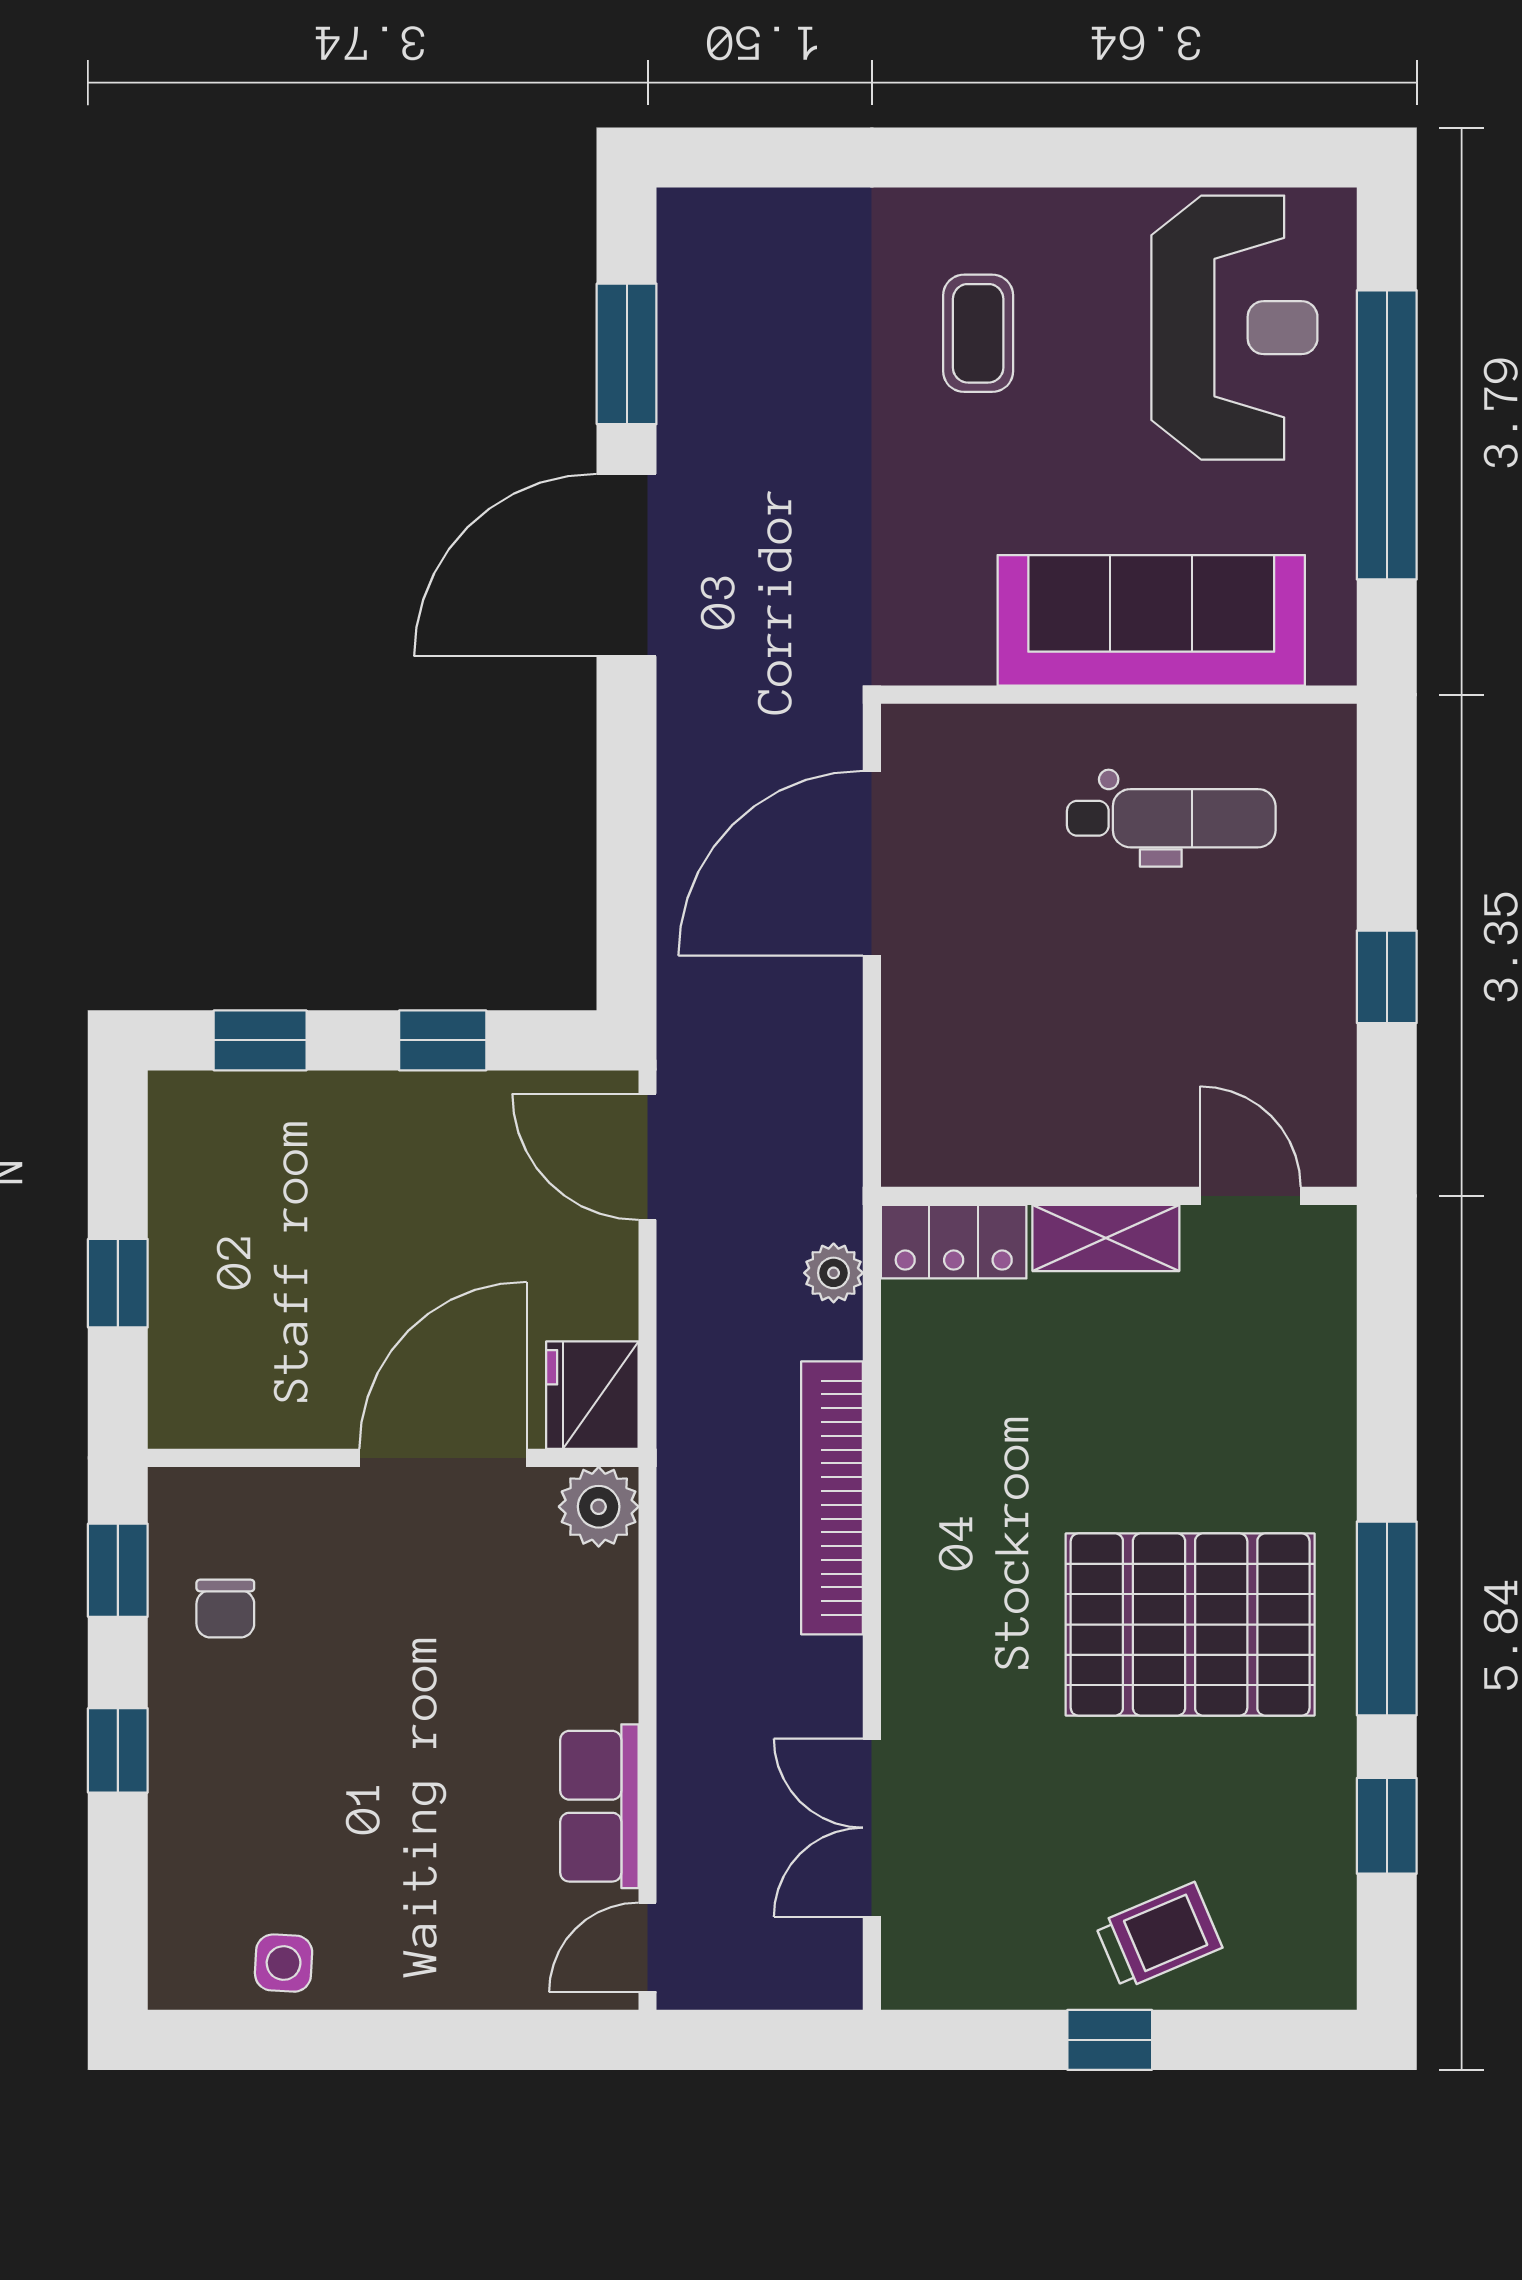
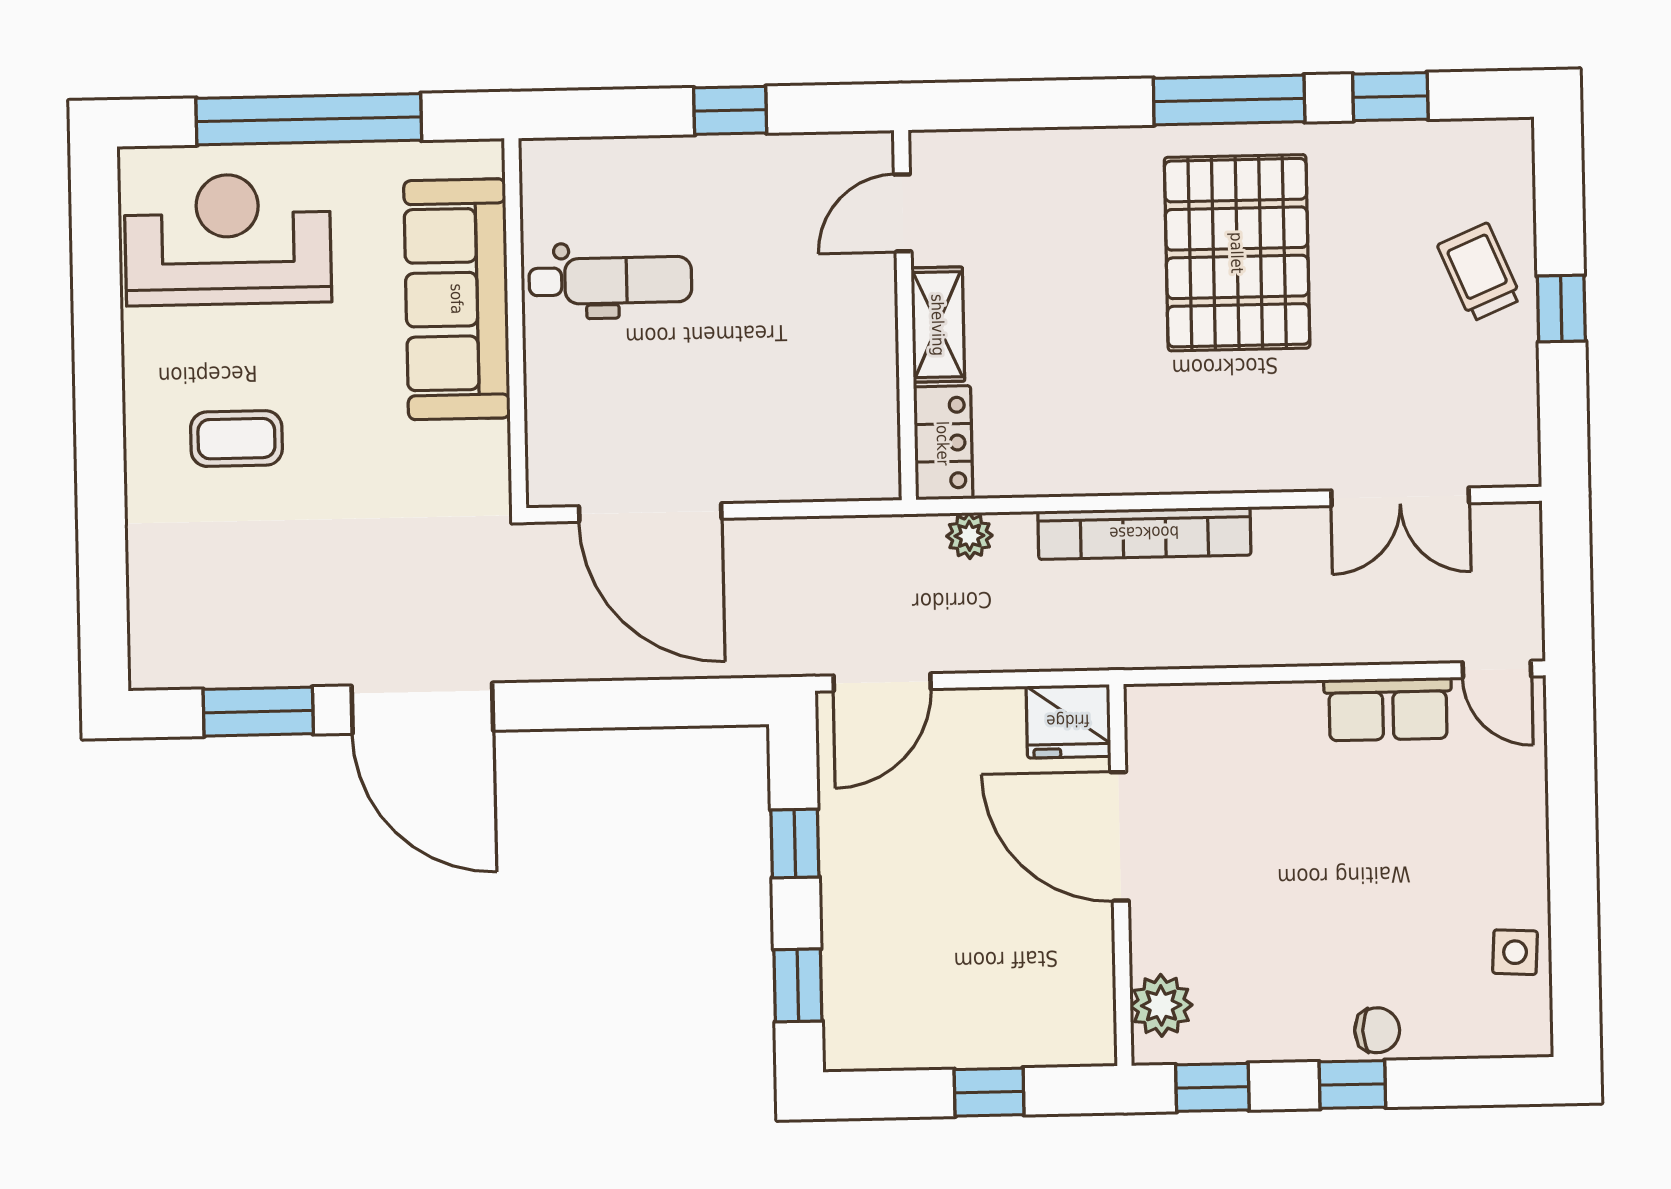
dental chair: (1171, 818) -> (610, 281), turned 90
plant: (599, 1507) -> (1161, 1005), moved
chair: (225, 1609) -> (1377, 1030), moved

